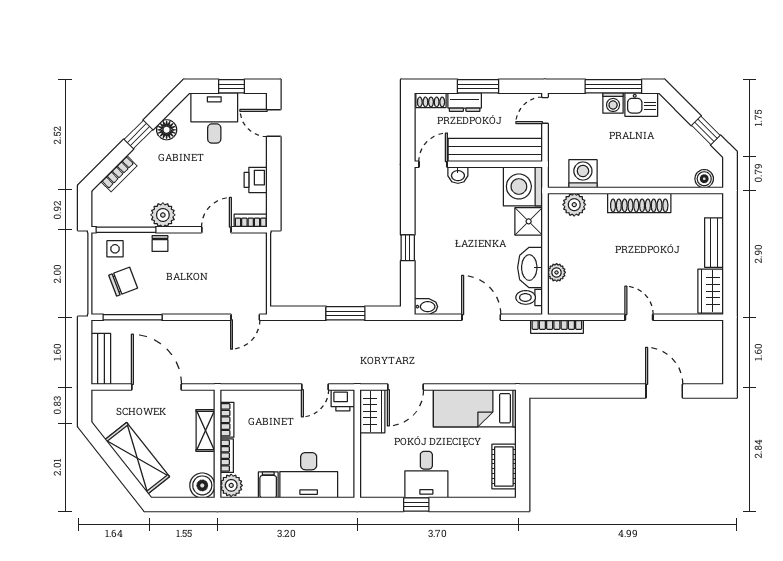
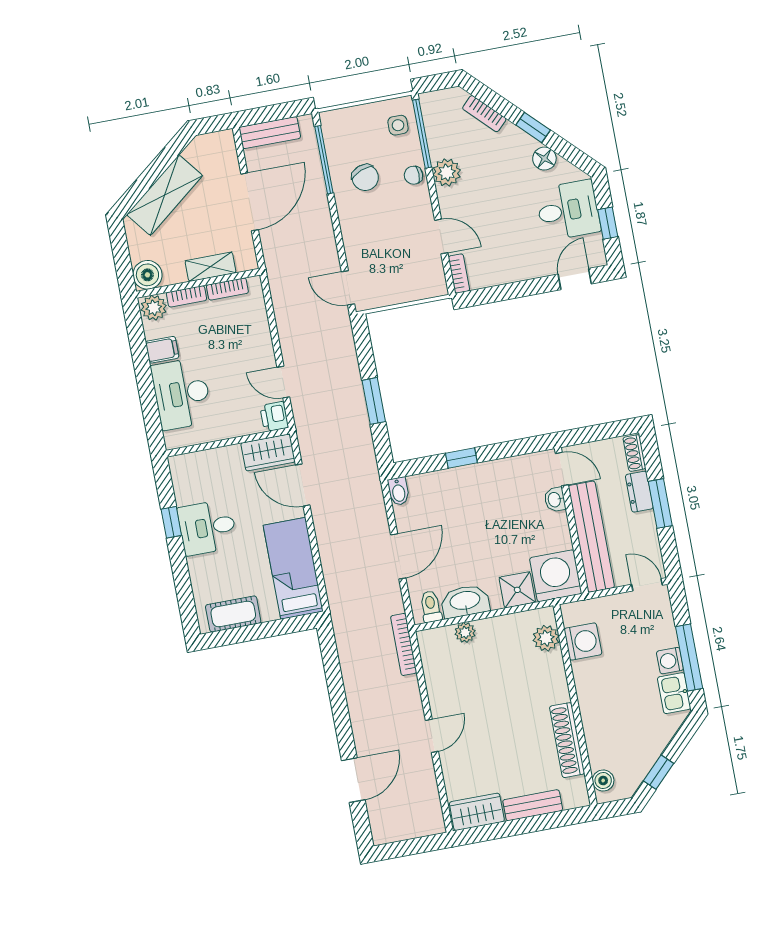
printer: (256, 180) -> (506, 271), removed
shoe rack: (639, 203) -> (567, 740), moved
chair: (123, 282) -> (365, 178), moved

